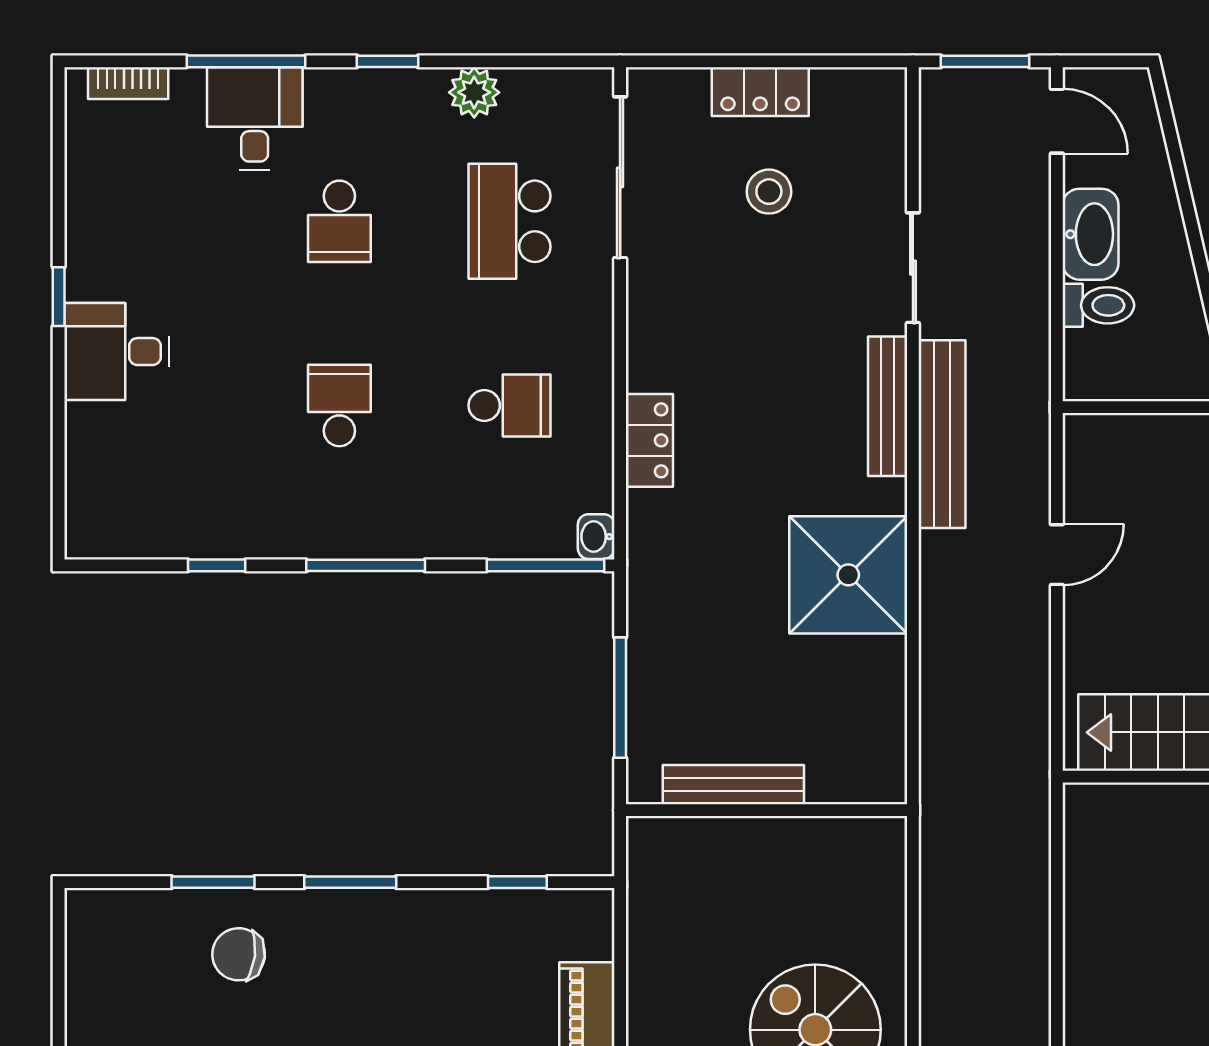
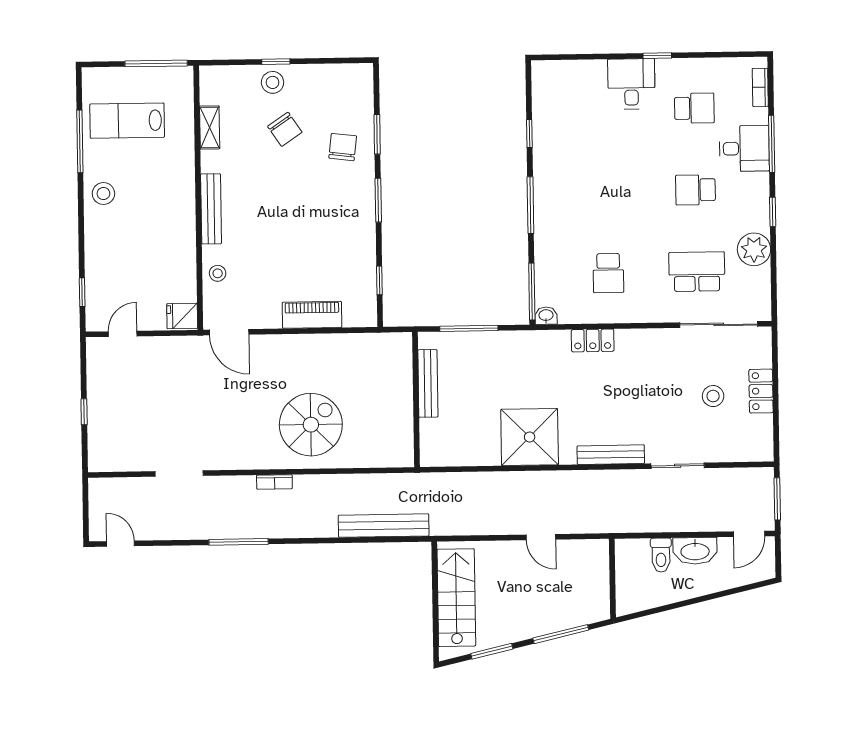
plant: (474, 92) -> (754, 249), width x1.36, depth x1.36
school desk: (339, 406) -> (694, 108), moved
bench: (942, 434) -> (384, 526), moved

